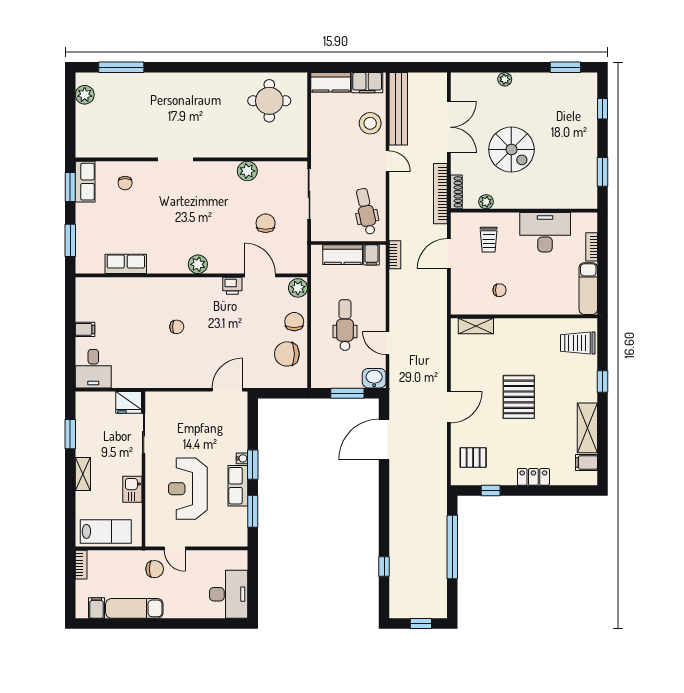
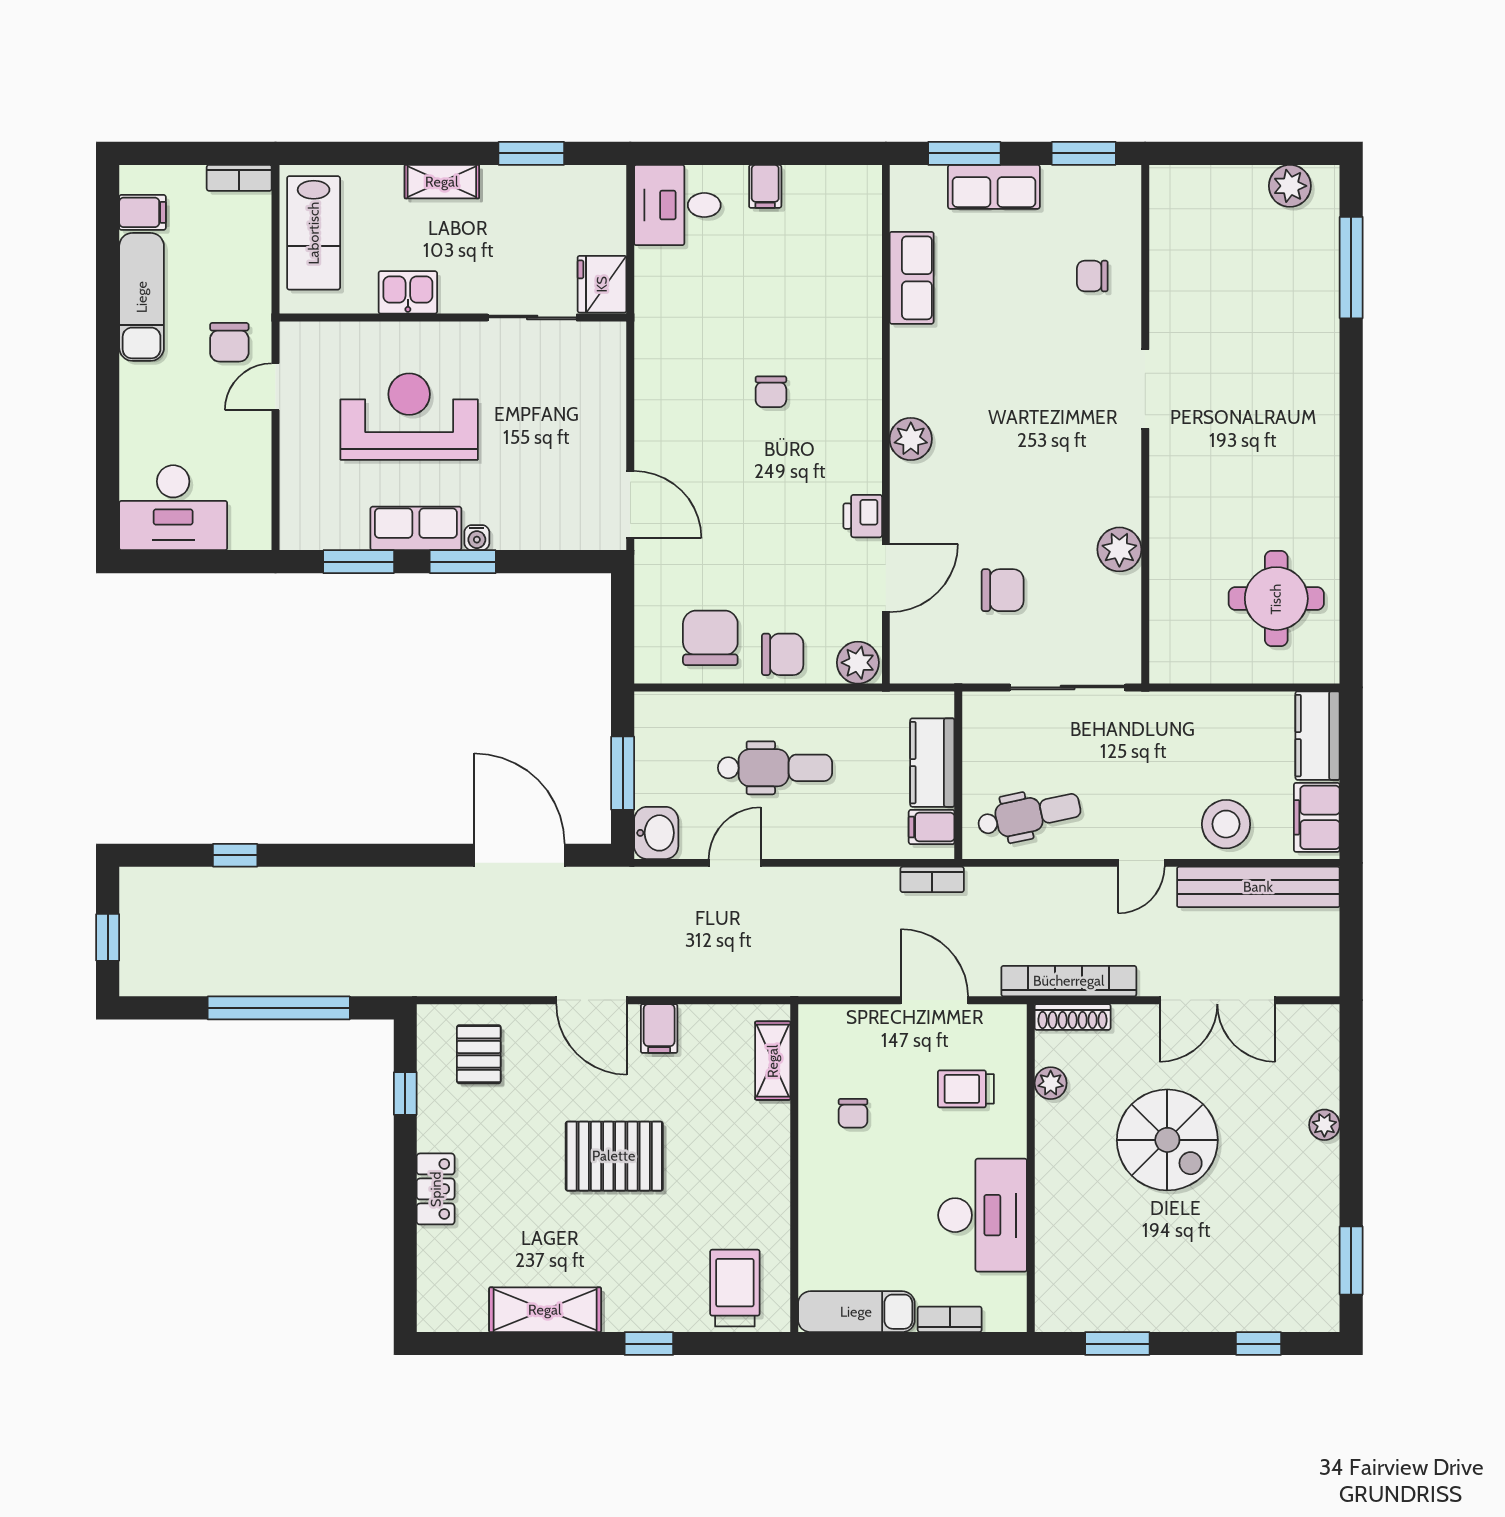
spiral stairs: (511, 150) -> (1167, 1140), turned -90
row of seats: (85, 182) -> (994, 187), moved
filing cabinet: (586, 462) -> (659, 1029), moved, turned 180

